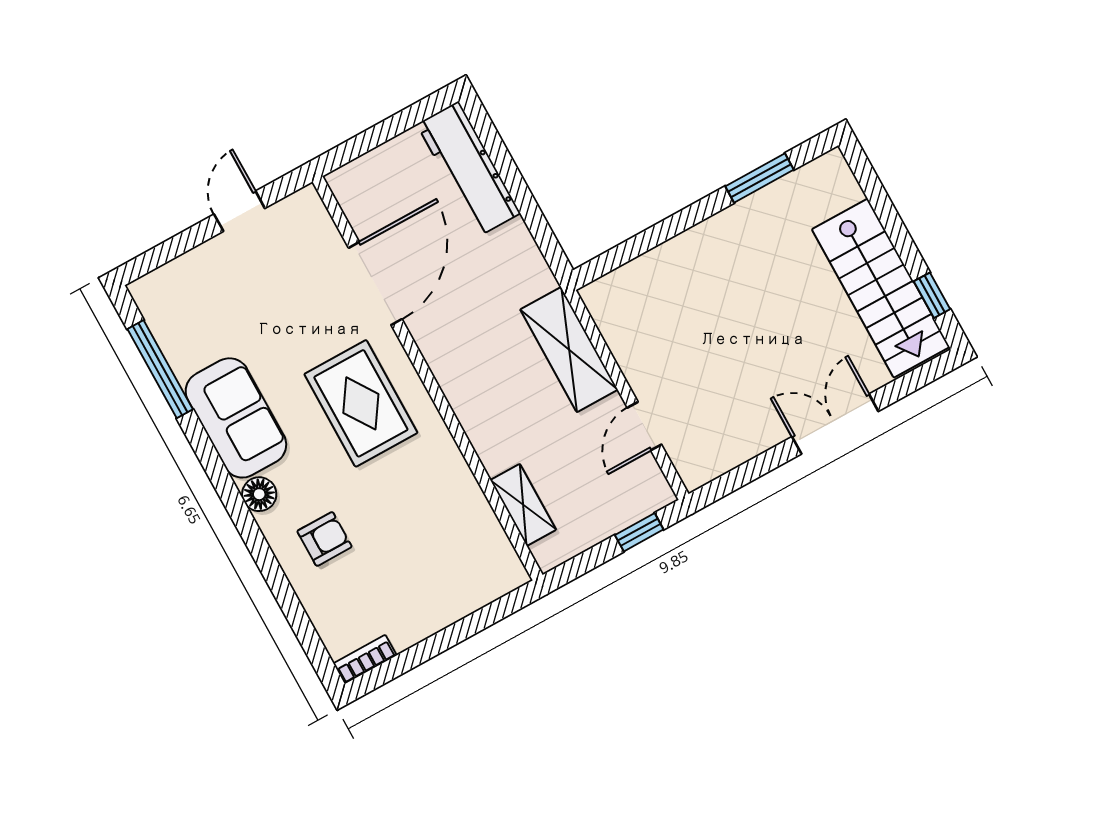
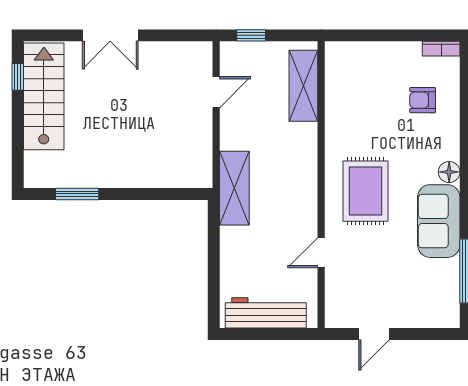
workbench: (468, 169) -> (266, 313), moved, turned -90
door: (375, 284) -> (321, 253), width x0.53
shelving: (569, 350) -> (234, 188), moved
shelving: (523, 505) -> (303, 86), width x1.50, depth x1.33
armchair: (324, 539) -> (423, 100), moved

